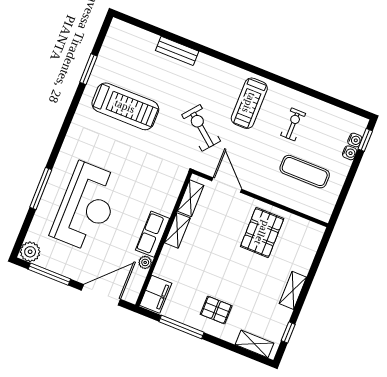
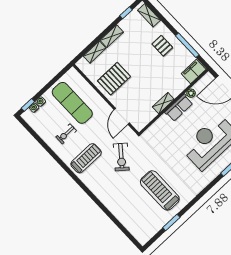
bench: (177, 51) -> (114, 209), removed
exercise mat: (305, 172) -> (72, 103), width x1.36, depth x1.45
shelving: (191, 198) -> (95, 52), moved

